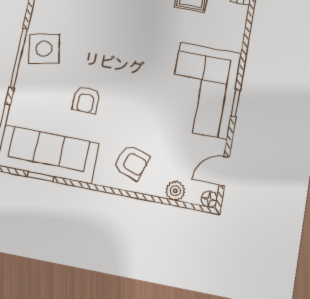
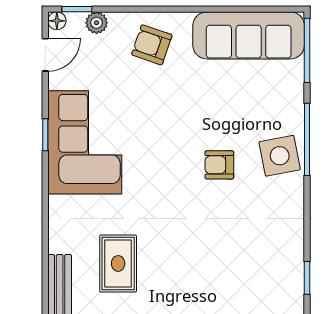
armchair: (86, 100) -> (219, 165), moved, turned -90
window: (41, 177) -> (77, 9), moved

